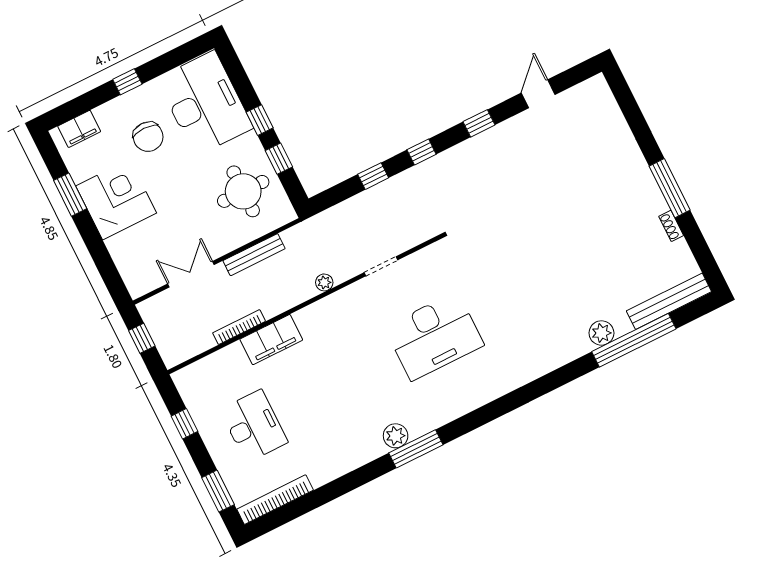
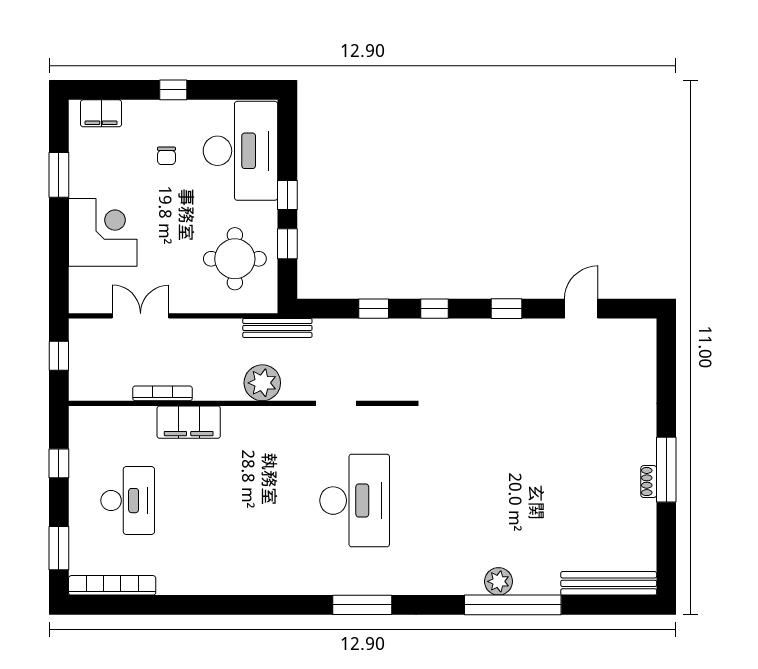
chair: (148, 137) -> (166, 156), width x0.54, depth x0.54
corner desk: (116, 199) -> (103, 232), moved
shoe rack: (671, 226) -> (649, 482), moved
bench: (254, 255) -> (277, 328), moved
plant: (324, 282) -> (262, 383), width x1.87, depth x1.87
plant: (601, 333) -> (499, 581), moved
desk: (434, 336) -> (355, 501), turned -90
window: (634, 340) -> (513, 605), moved
plant: (396, 436) -> (266, 582), removed
window: (416, 449) -> (362, 605), moved

